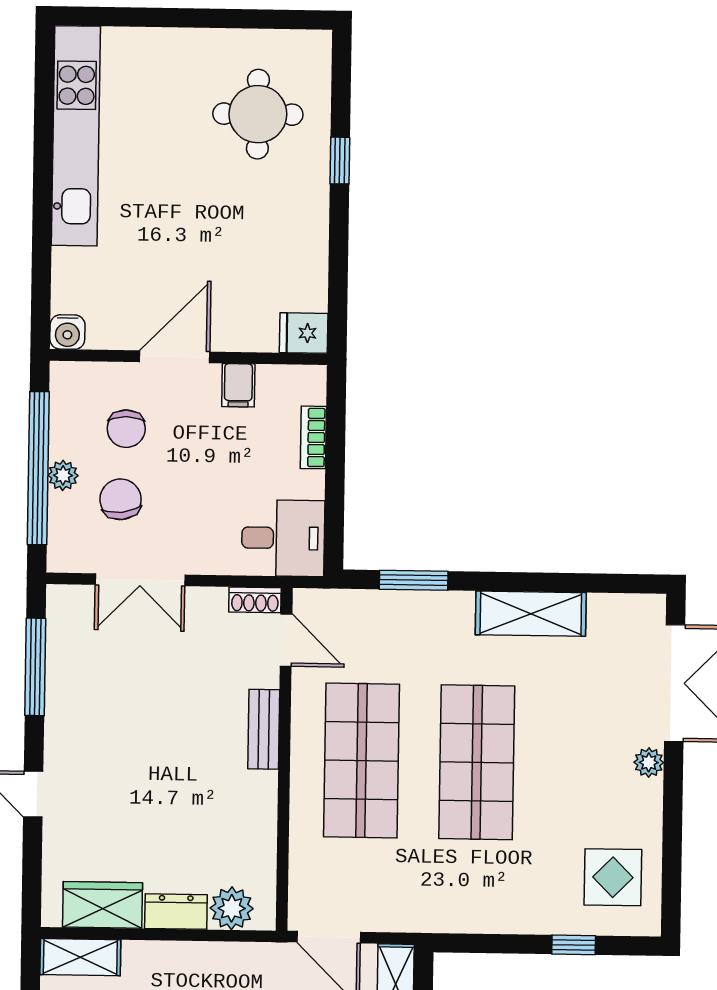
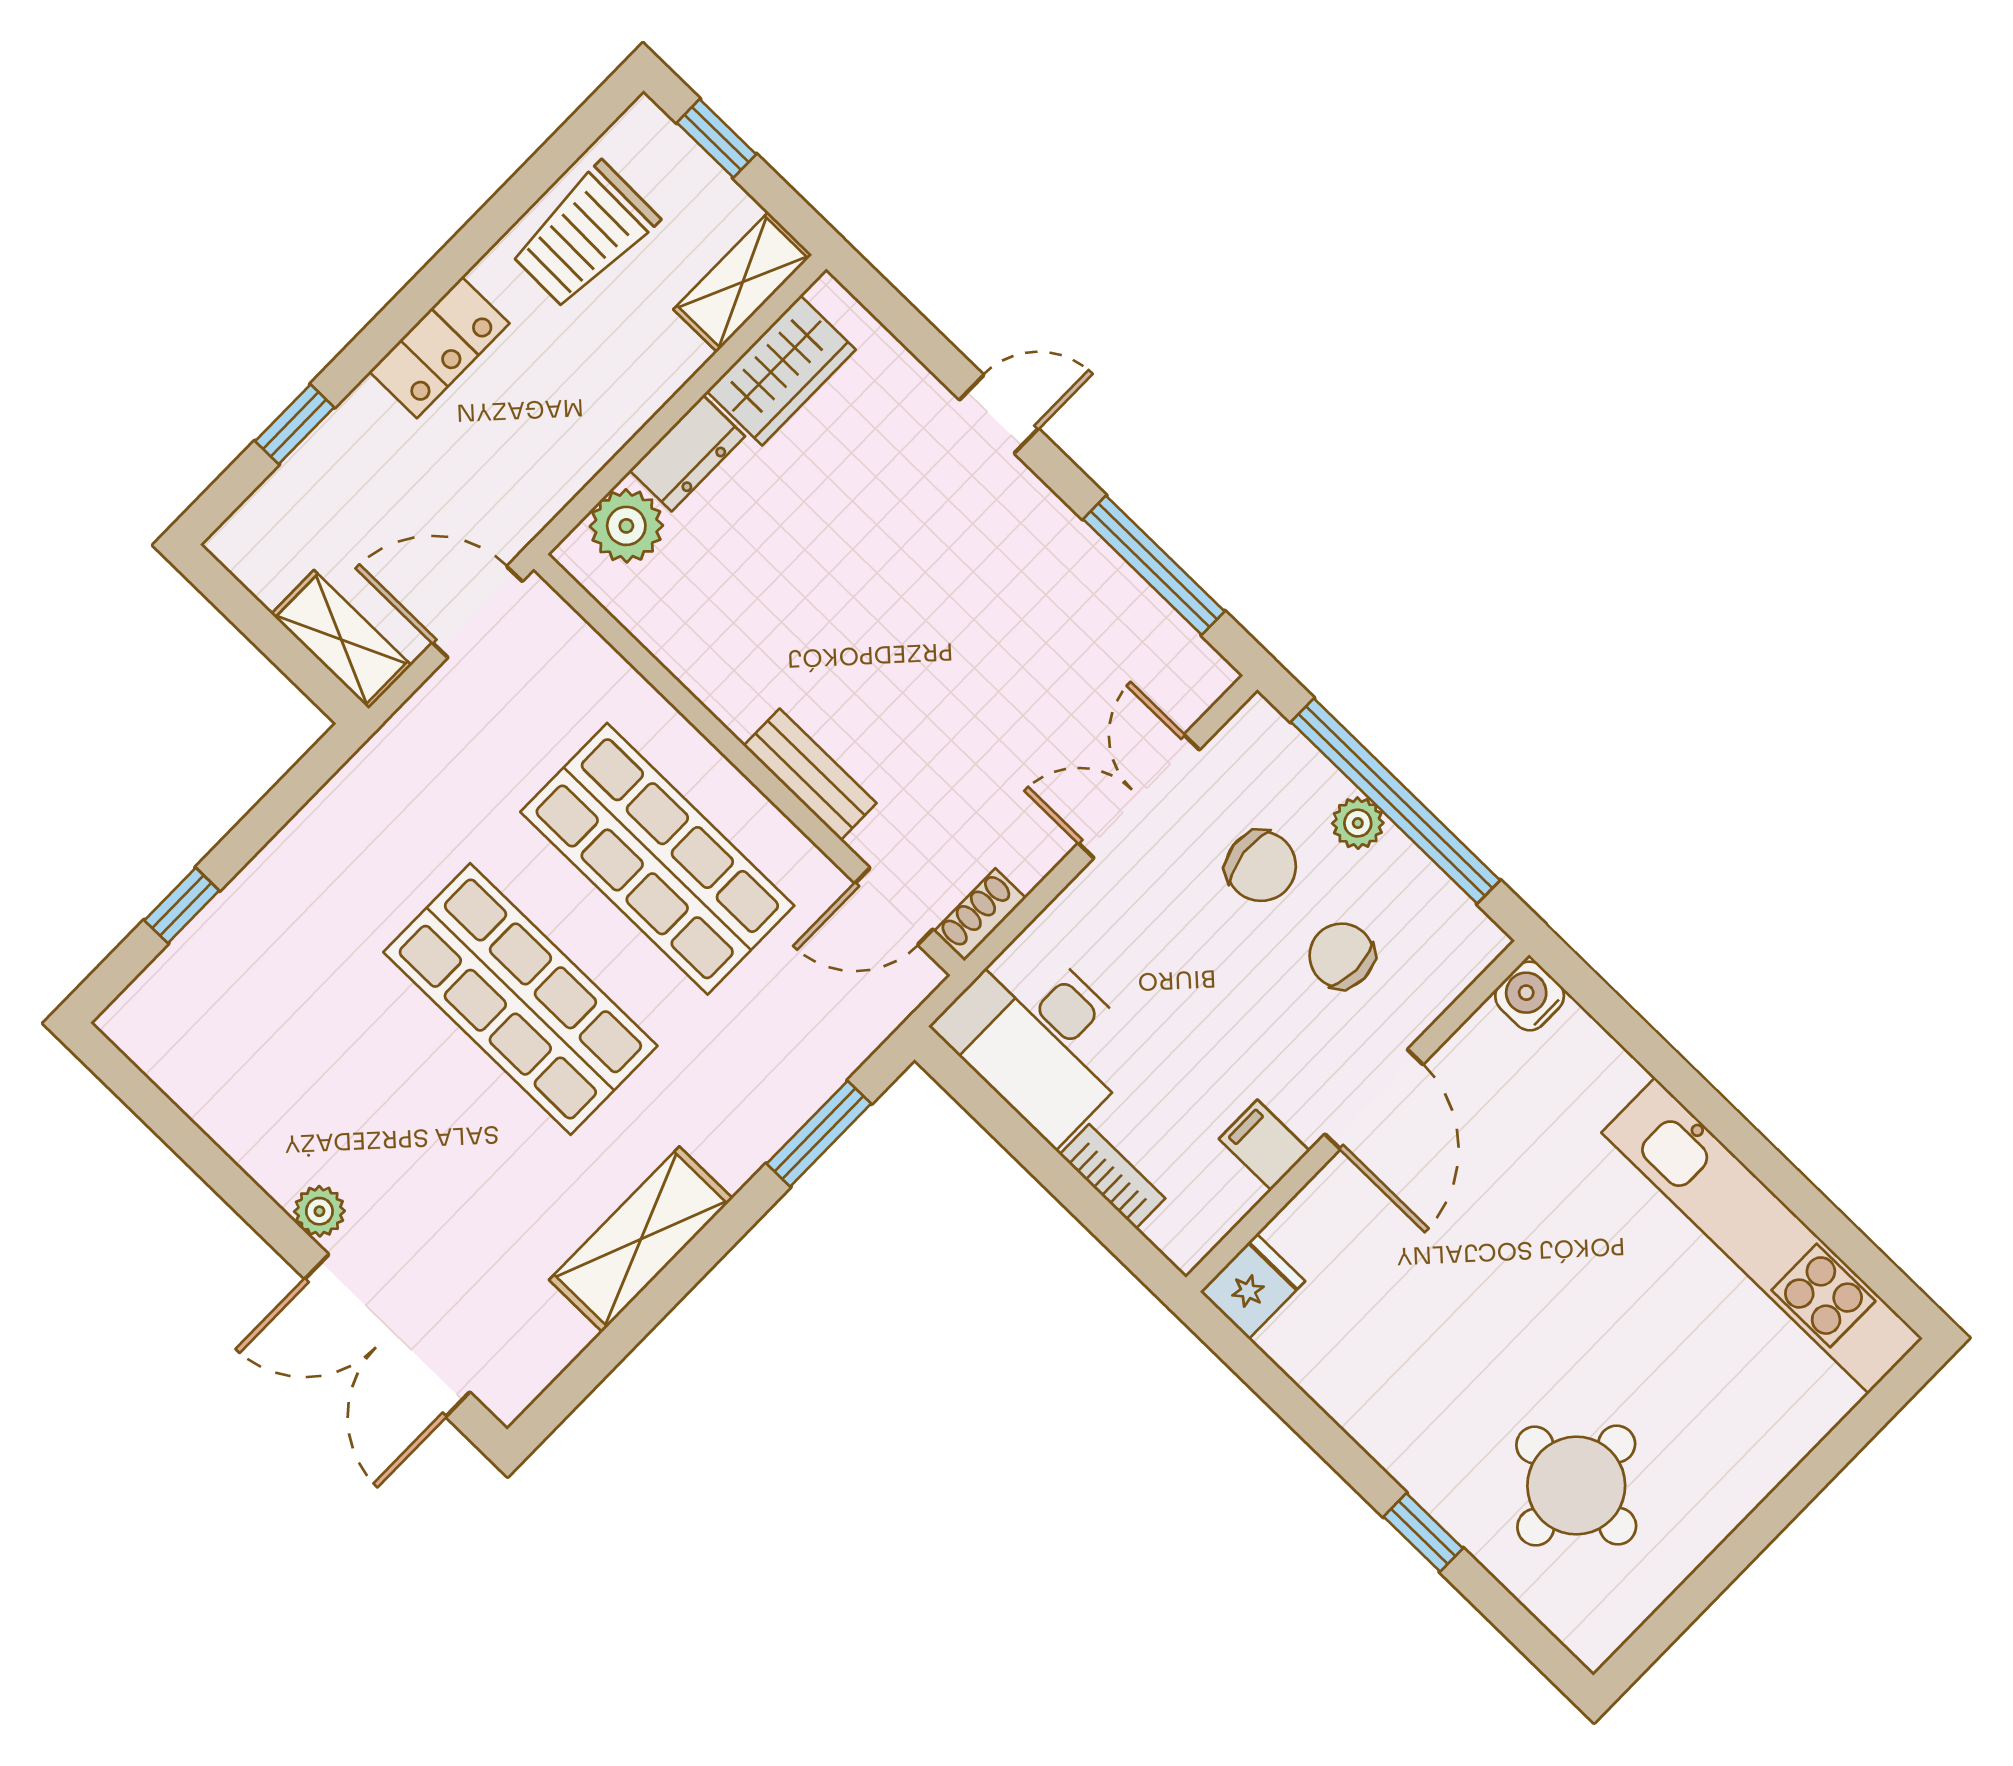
desk: (283, 538) -> (1041, 1039), width x1.37
display table: (613, 877) -> (220, 1033), removed

